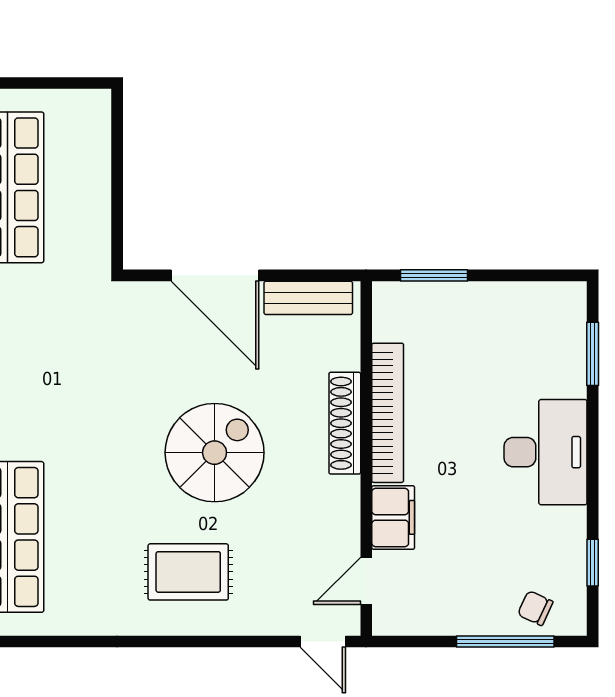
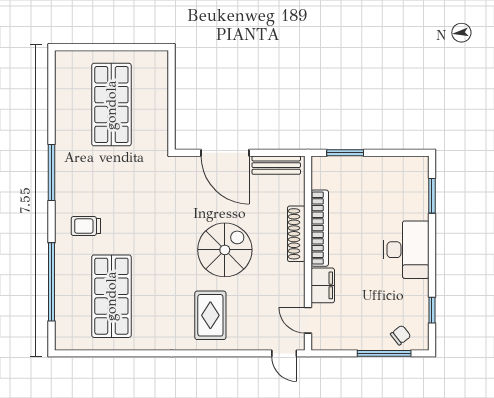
rug: (188, 572) -> (210, 315), turned 90
door: (366, 581) -> (308, 320), hinge flipped
chair: (535, 608) -> (401, 335), turned 117

